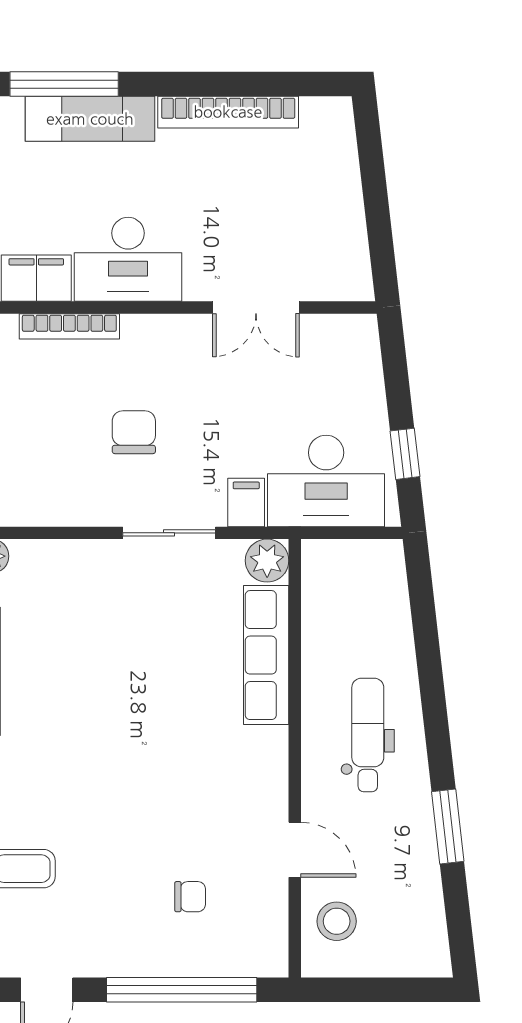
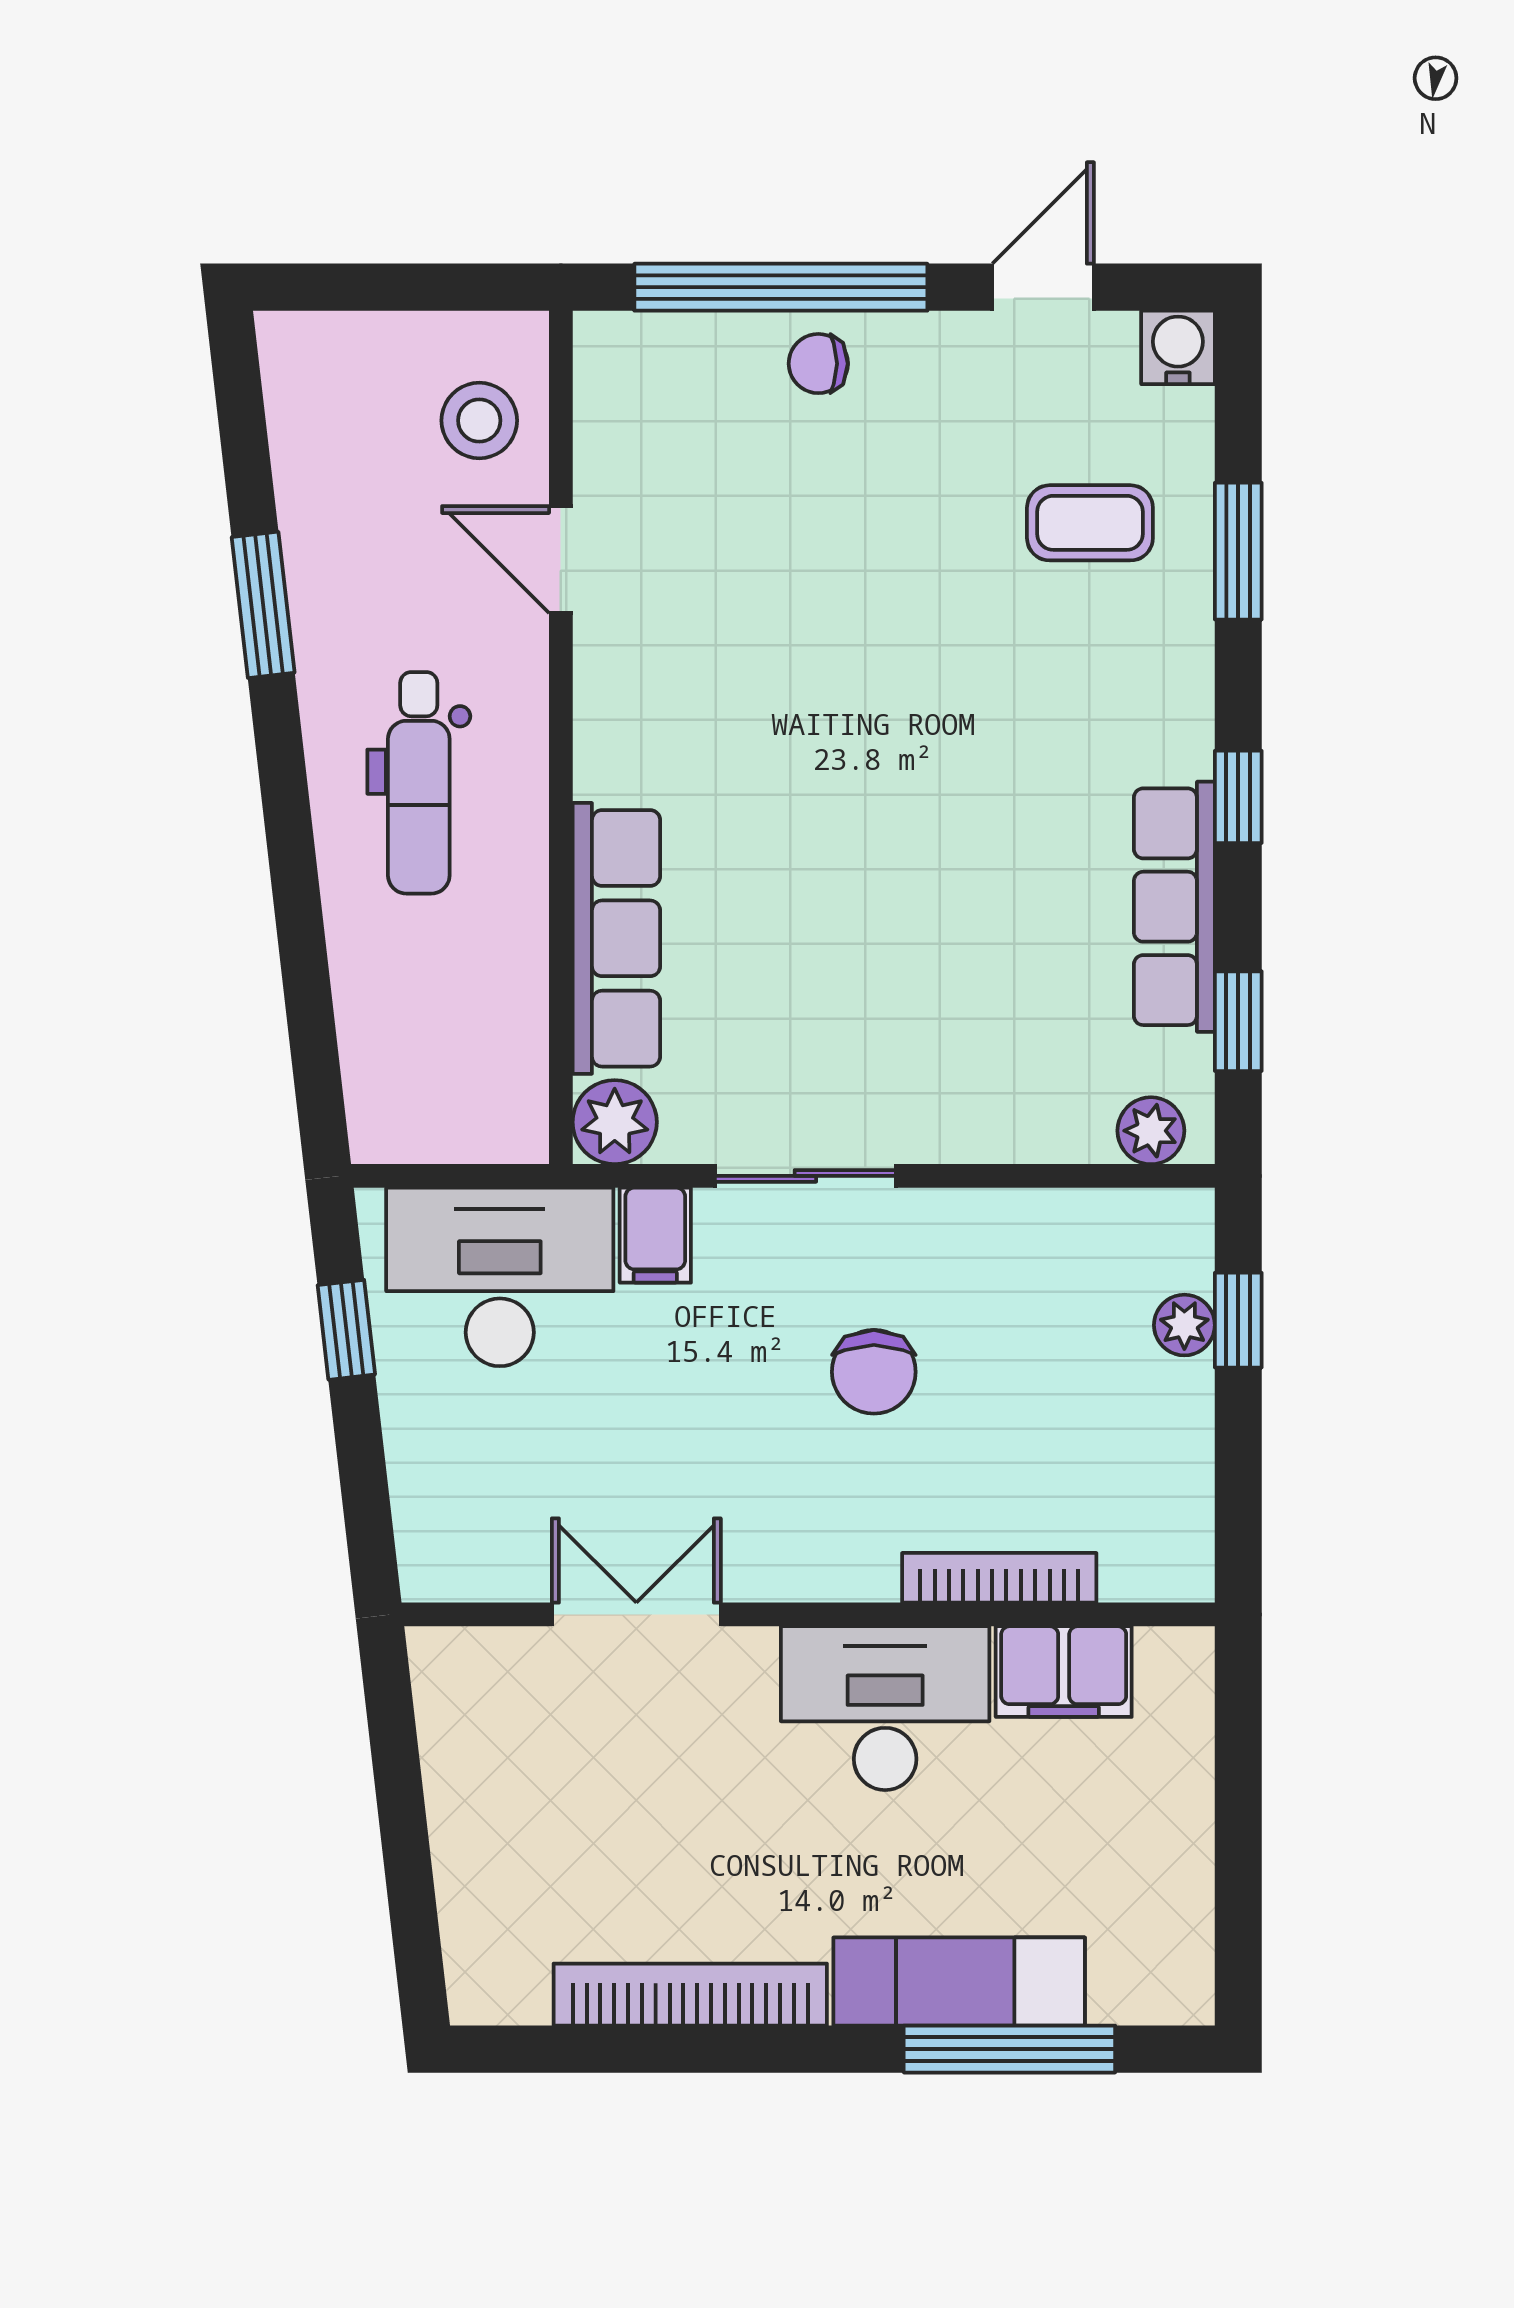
chair: (190, 897) -> (818, 364), moved

